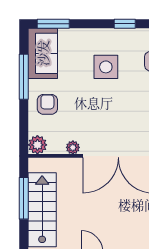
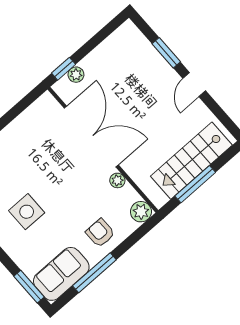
armchair: (47, 104) -> (100, 233), turned 90

